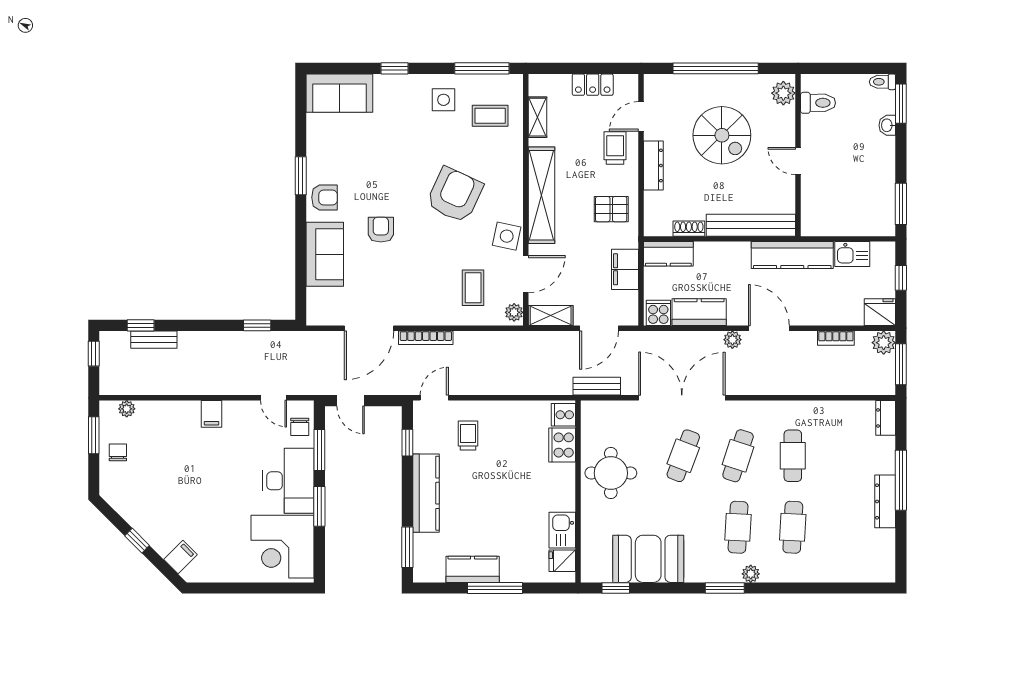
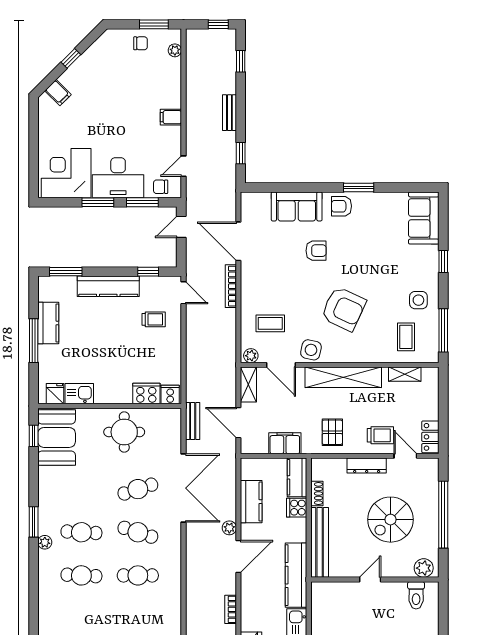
locker: (593, 85) -> (430, 437), moved
armchair: (324, 197) -> (341, 206), turned 90
cooker: (658, 313) -> (297, 508), moved, turned 180
bench: (154, 340) -> (229, 113), moved
cafe table: (683, 456) -> (138, 489), turned -39
booth: (648, 559) -> (57, 437), moved

